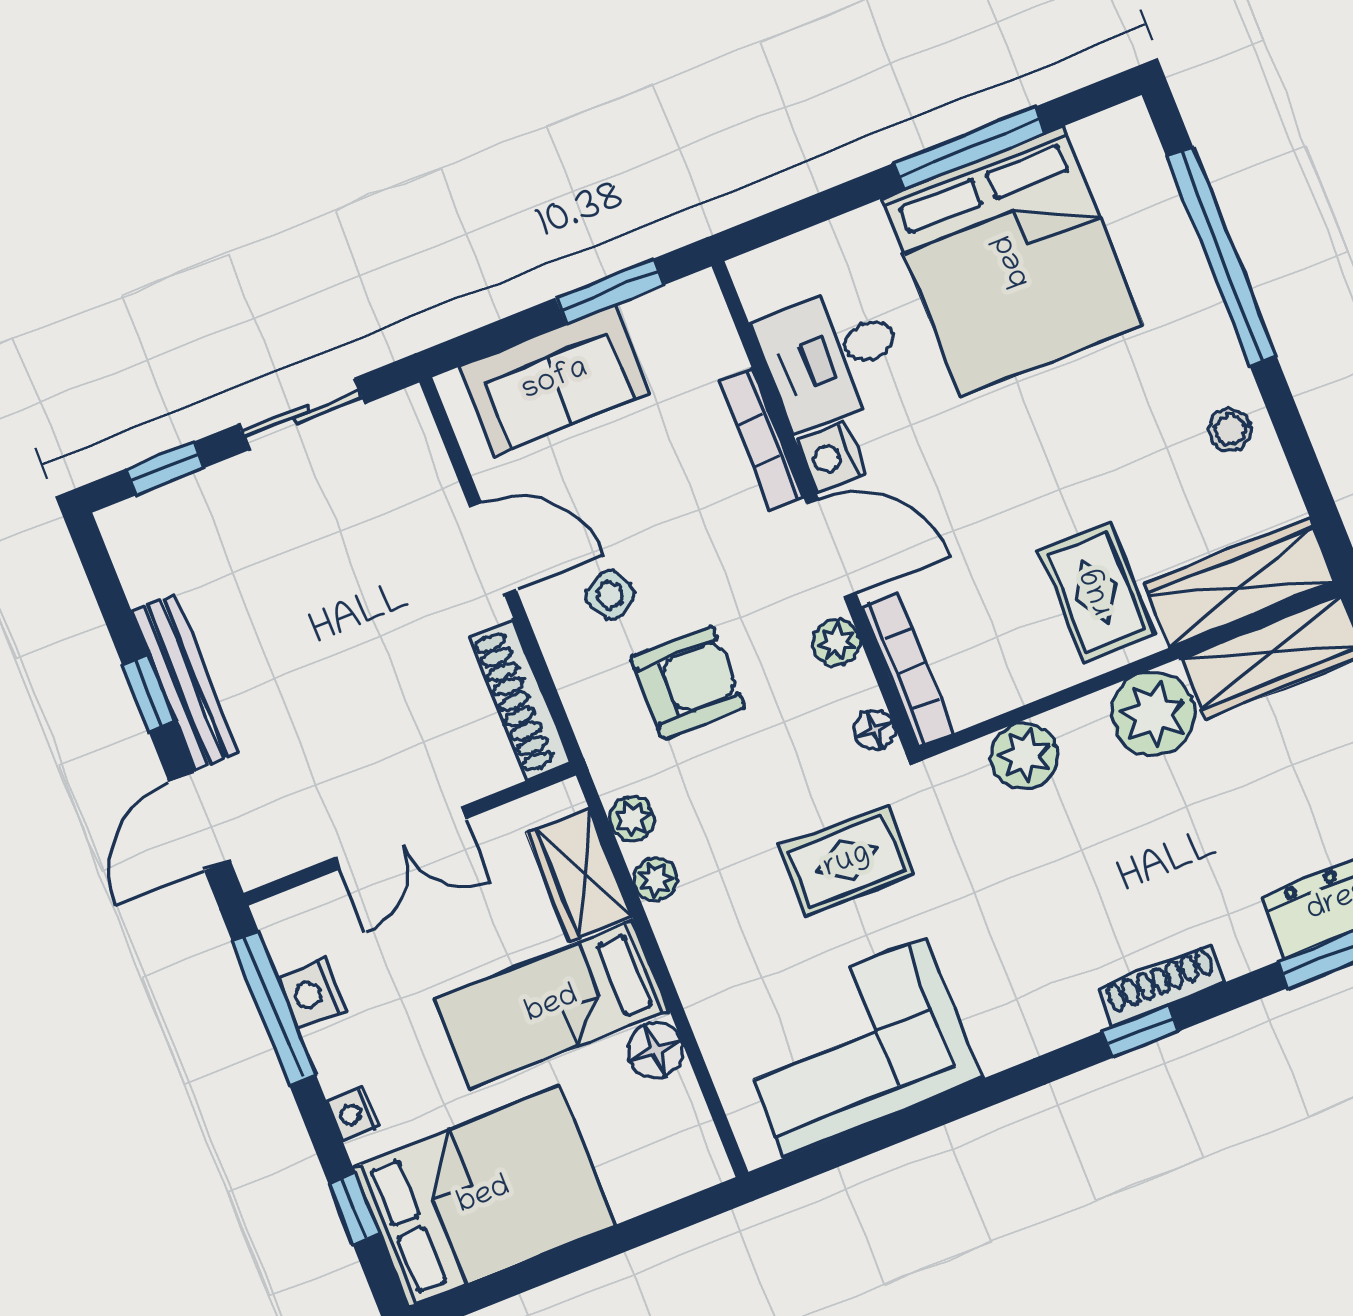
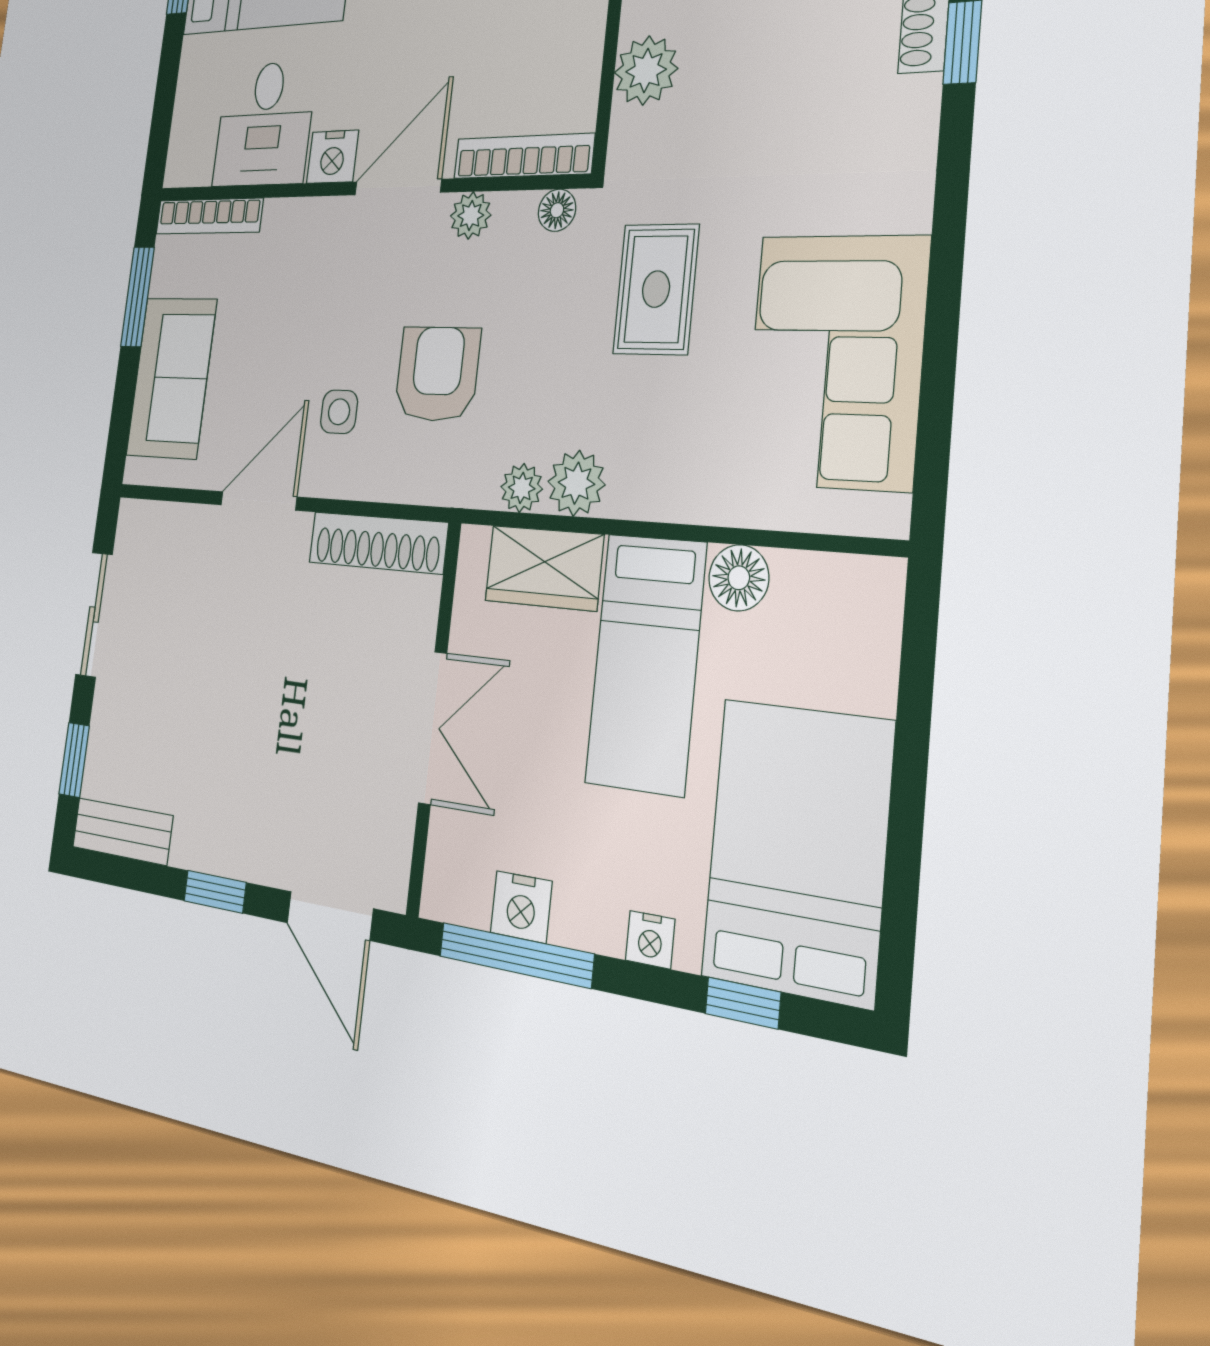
bookcase: (761, 439) -> (209, 216), moved
side table: (610, 595) -> (339, 412), turned 30
bench: (185, 682) -> (122, 831), moved, width x0.73
plant: (655, 879) -> (576, 483), width x1.38, depth x1.38

